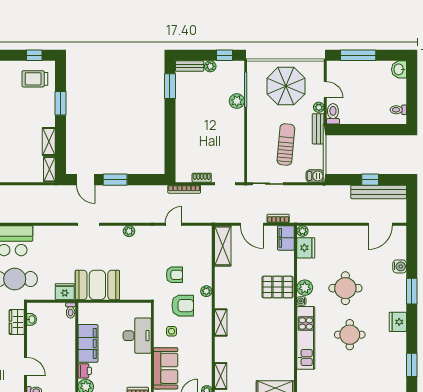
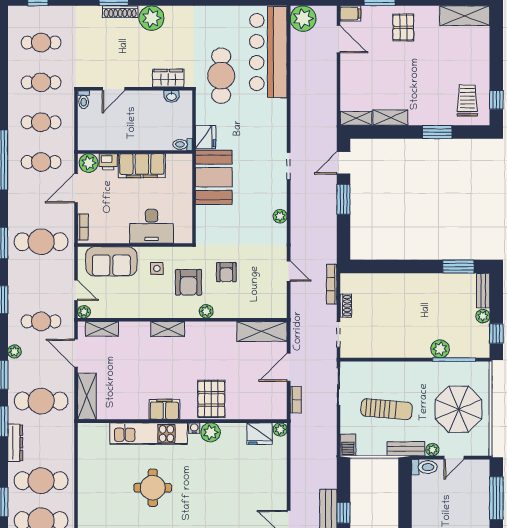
filing cabinet: (286, 238) -> (164, 409), moved
round table: (345, 288) -> (210, 482), removed

